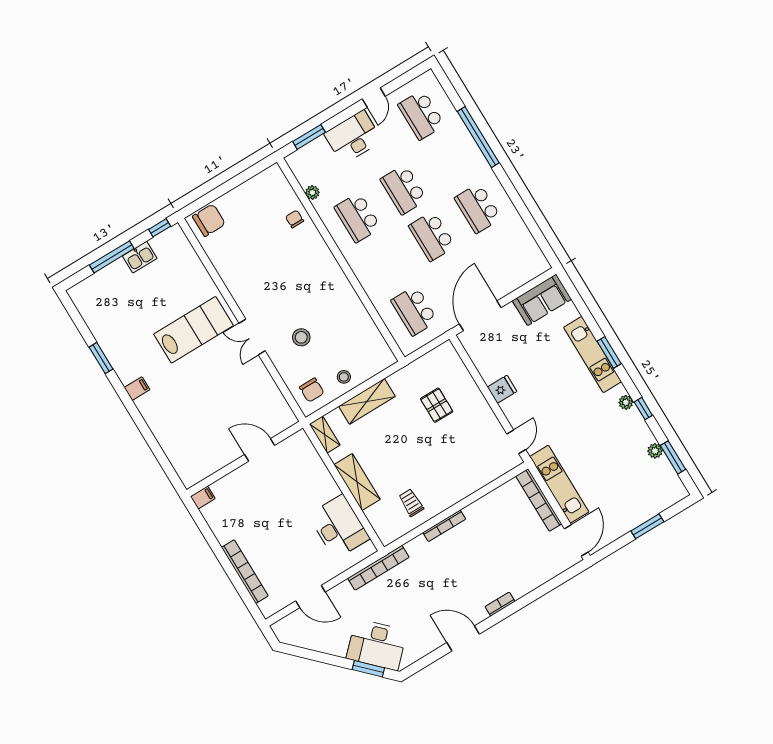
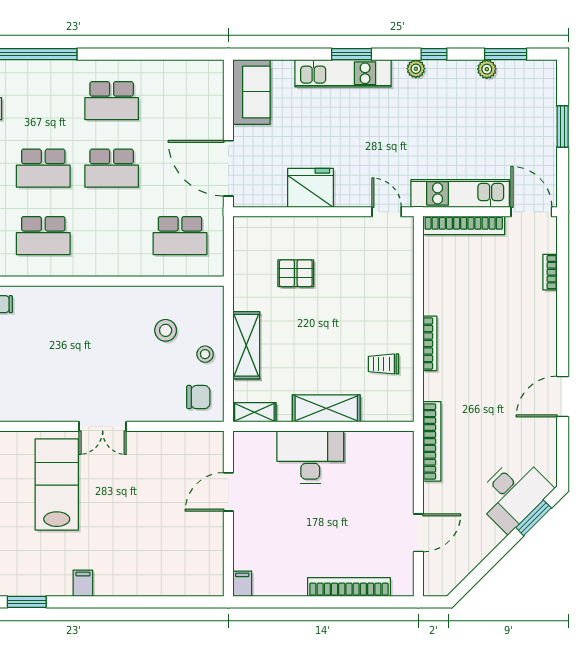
stool: (301, 337) -> (166, 330), moved
fridge: (502, 389) -> (310, 188), width x1.88, depth x1.34
desk: (339, 527) -> (310, 457), moved
bookcase: (500, 604) -> (550, 272), moved

